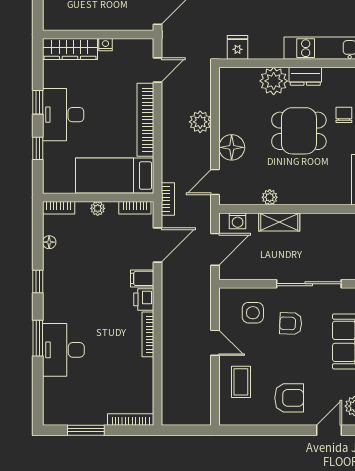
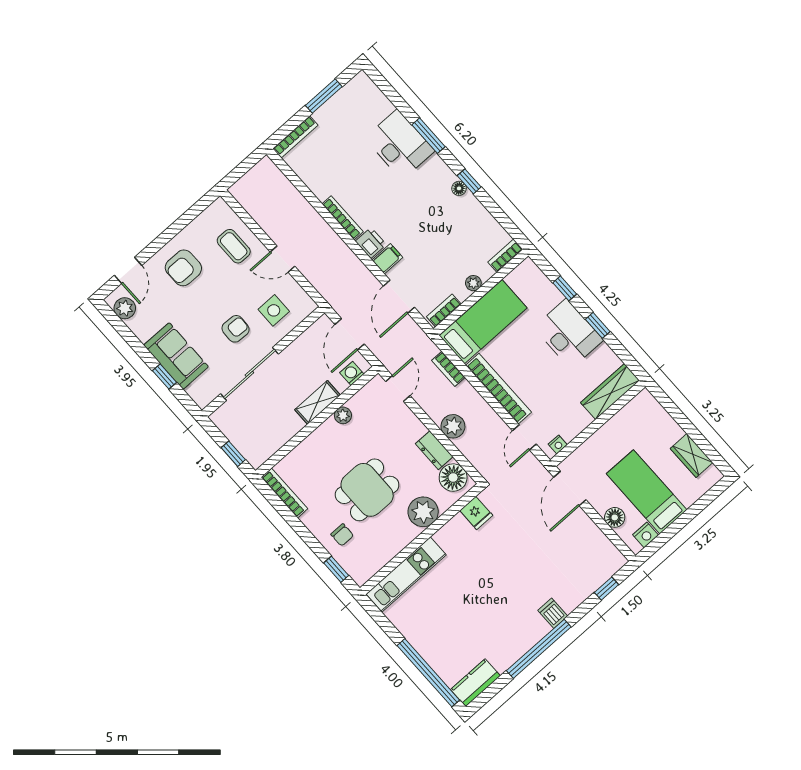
nightstand: (105, 45) -> (558, 445), moved
dresser: (305, 76) -> (434, 450), moved, turned -90
floor lamp: (232, 147) -> (453, 478), moved
bookcase: (168, 199) -> (448, 369), moved
floor lamp: (49, 242) -> (459, 188), moved

